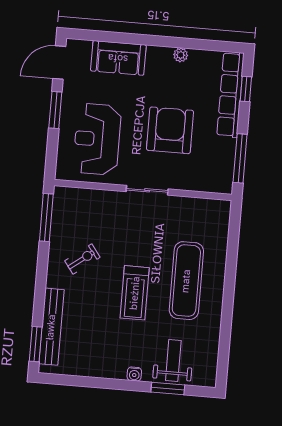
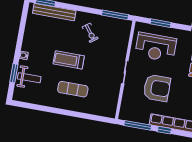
window: (246, 89) -> (164, 130), moved
window: (55, 110) -> (161, 23), moved
reception desk: (97, 139) -> (156, 47), turned 180
exercise mat: (186, 281) -> (73, 89), width x0.73, depth x0.69

